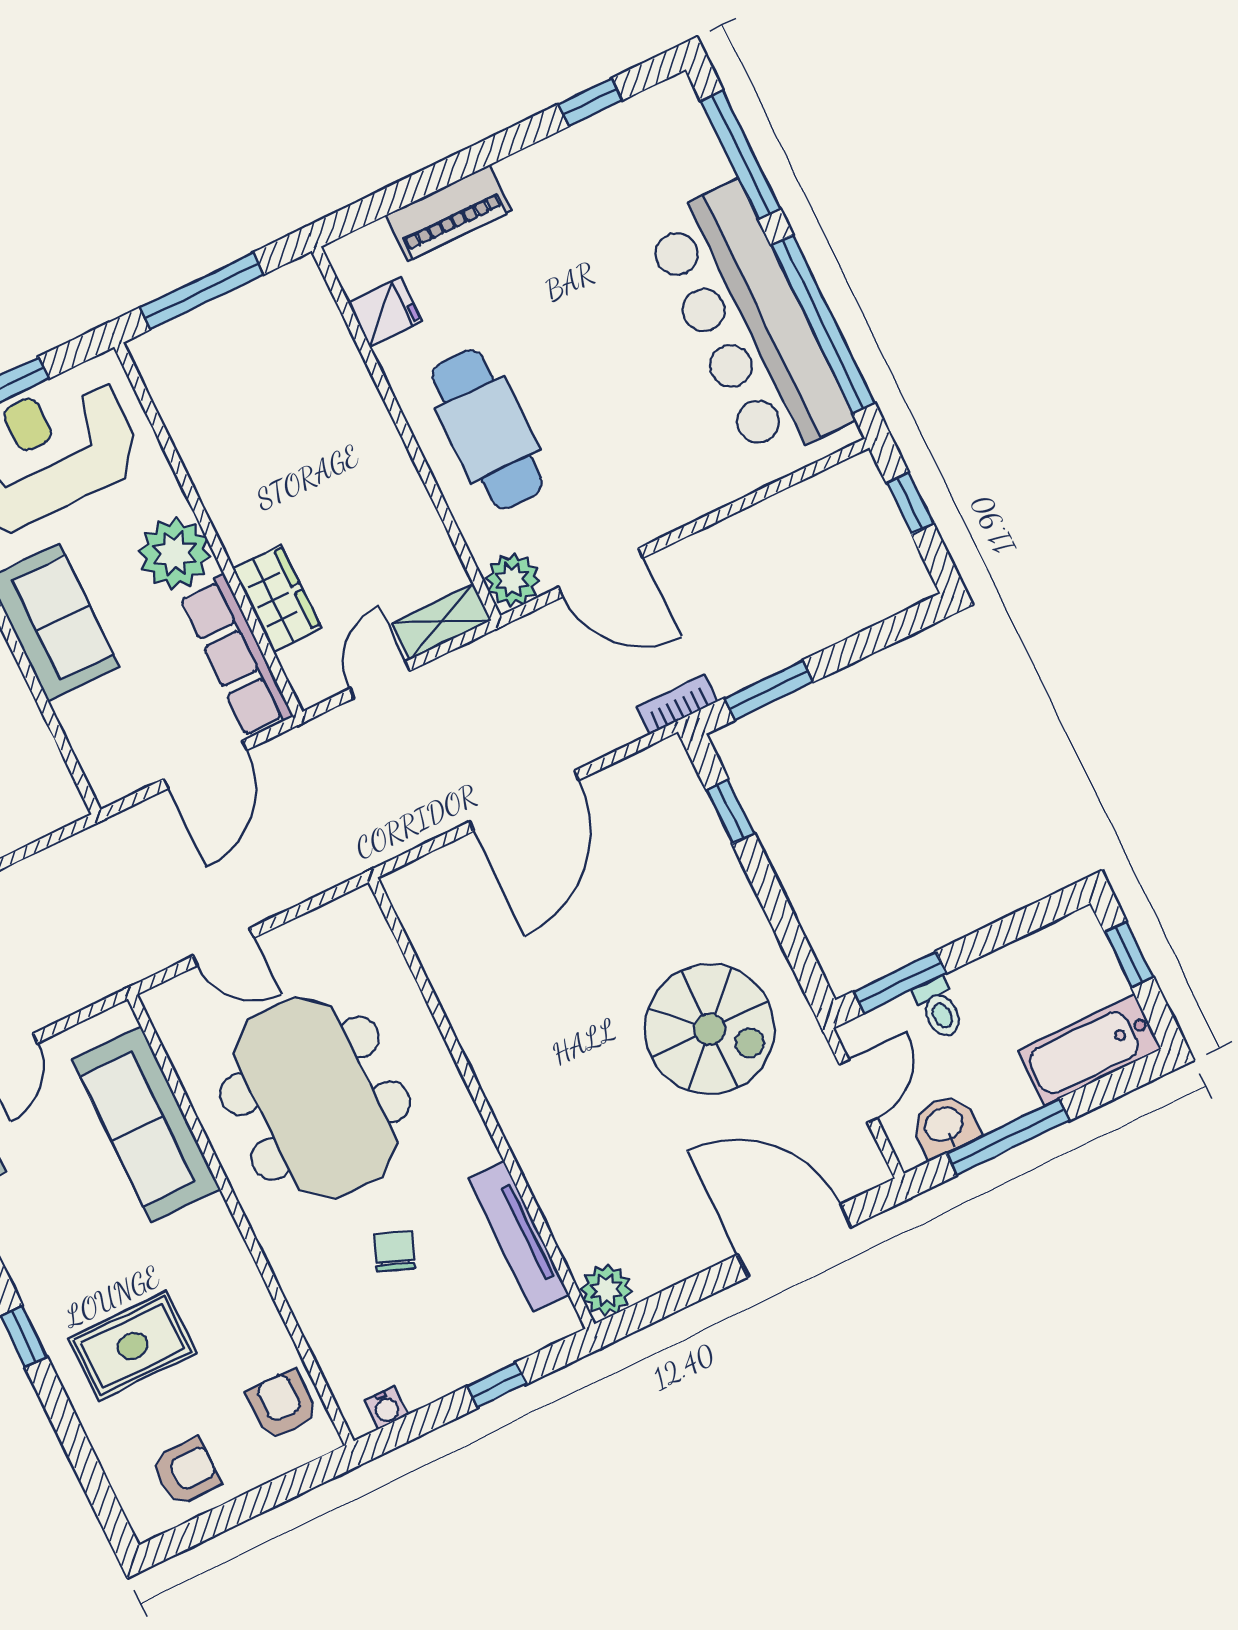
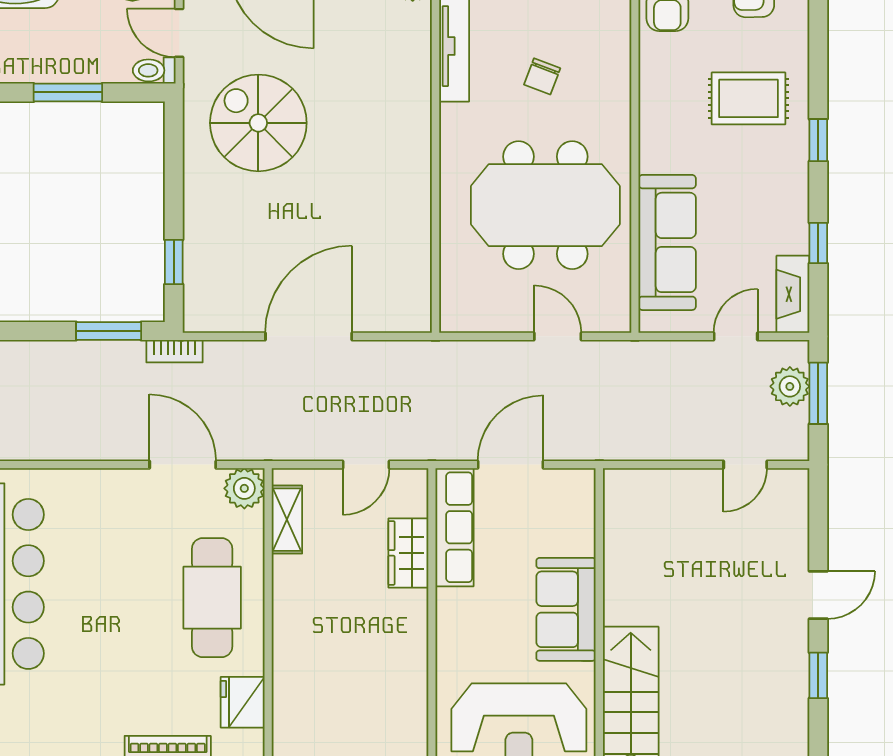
fridge: (385, 312) -> (243, 702), width x1.38
plant: (174, 553) -> (462, 616), removed
shelving: (442, 622) -> (287, 520), moved, turned 90
window: (900, 982) -> (68, 92), moved
toilet: (939, 1008) -> (154, 70), moved, turned -90
door: (858, 1091) -> (179, 33), hinge flipped
meeting table: (315, 1098) -> (545, 205), turned 90

